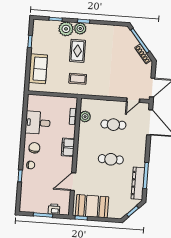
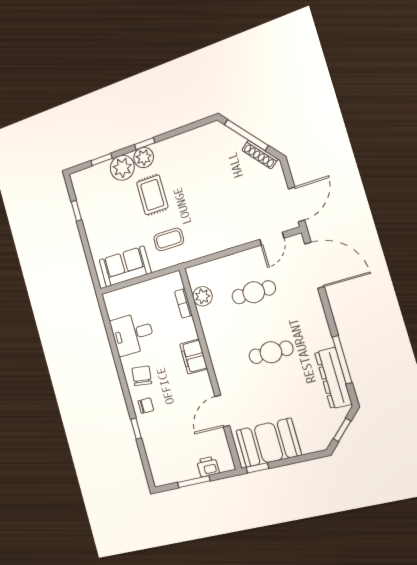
sofa: (38, 69) -> (125, 266), moved, turned -90

